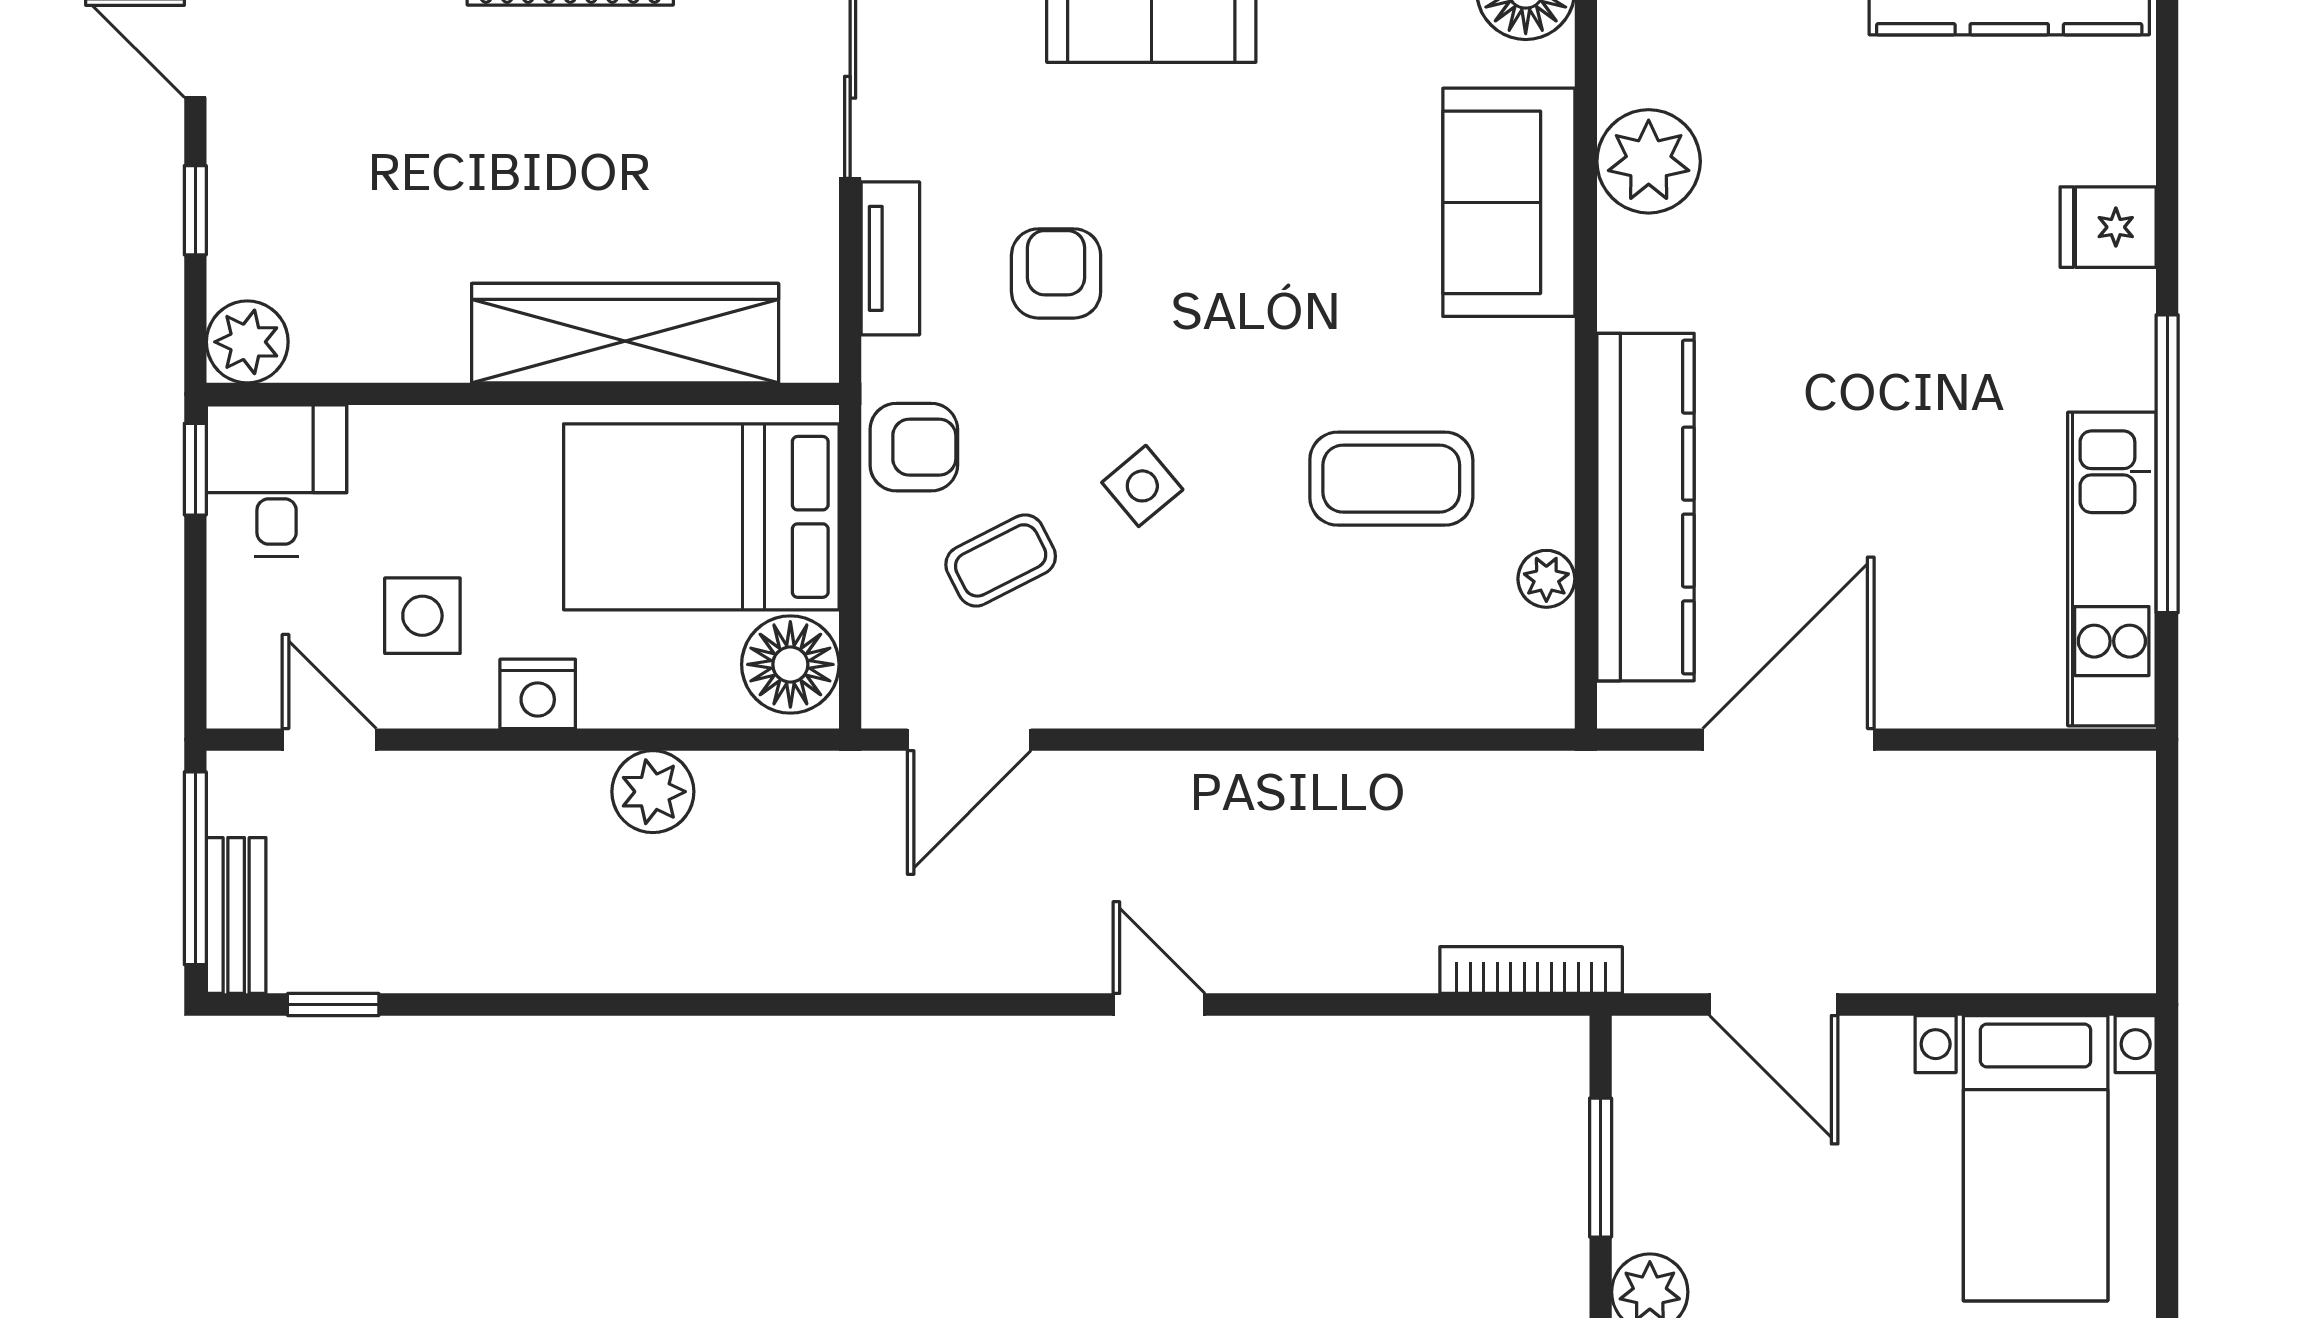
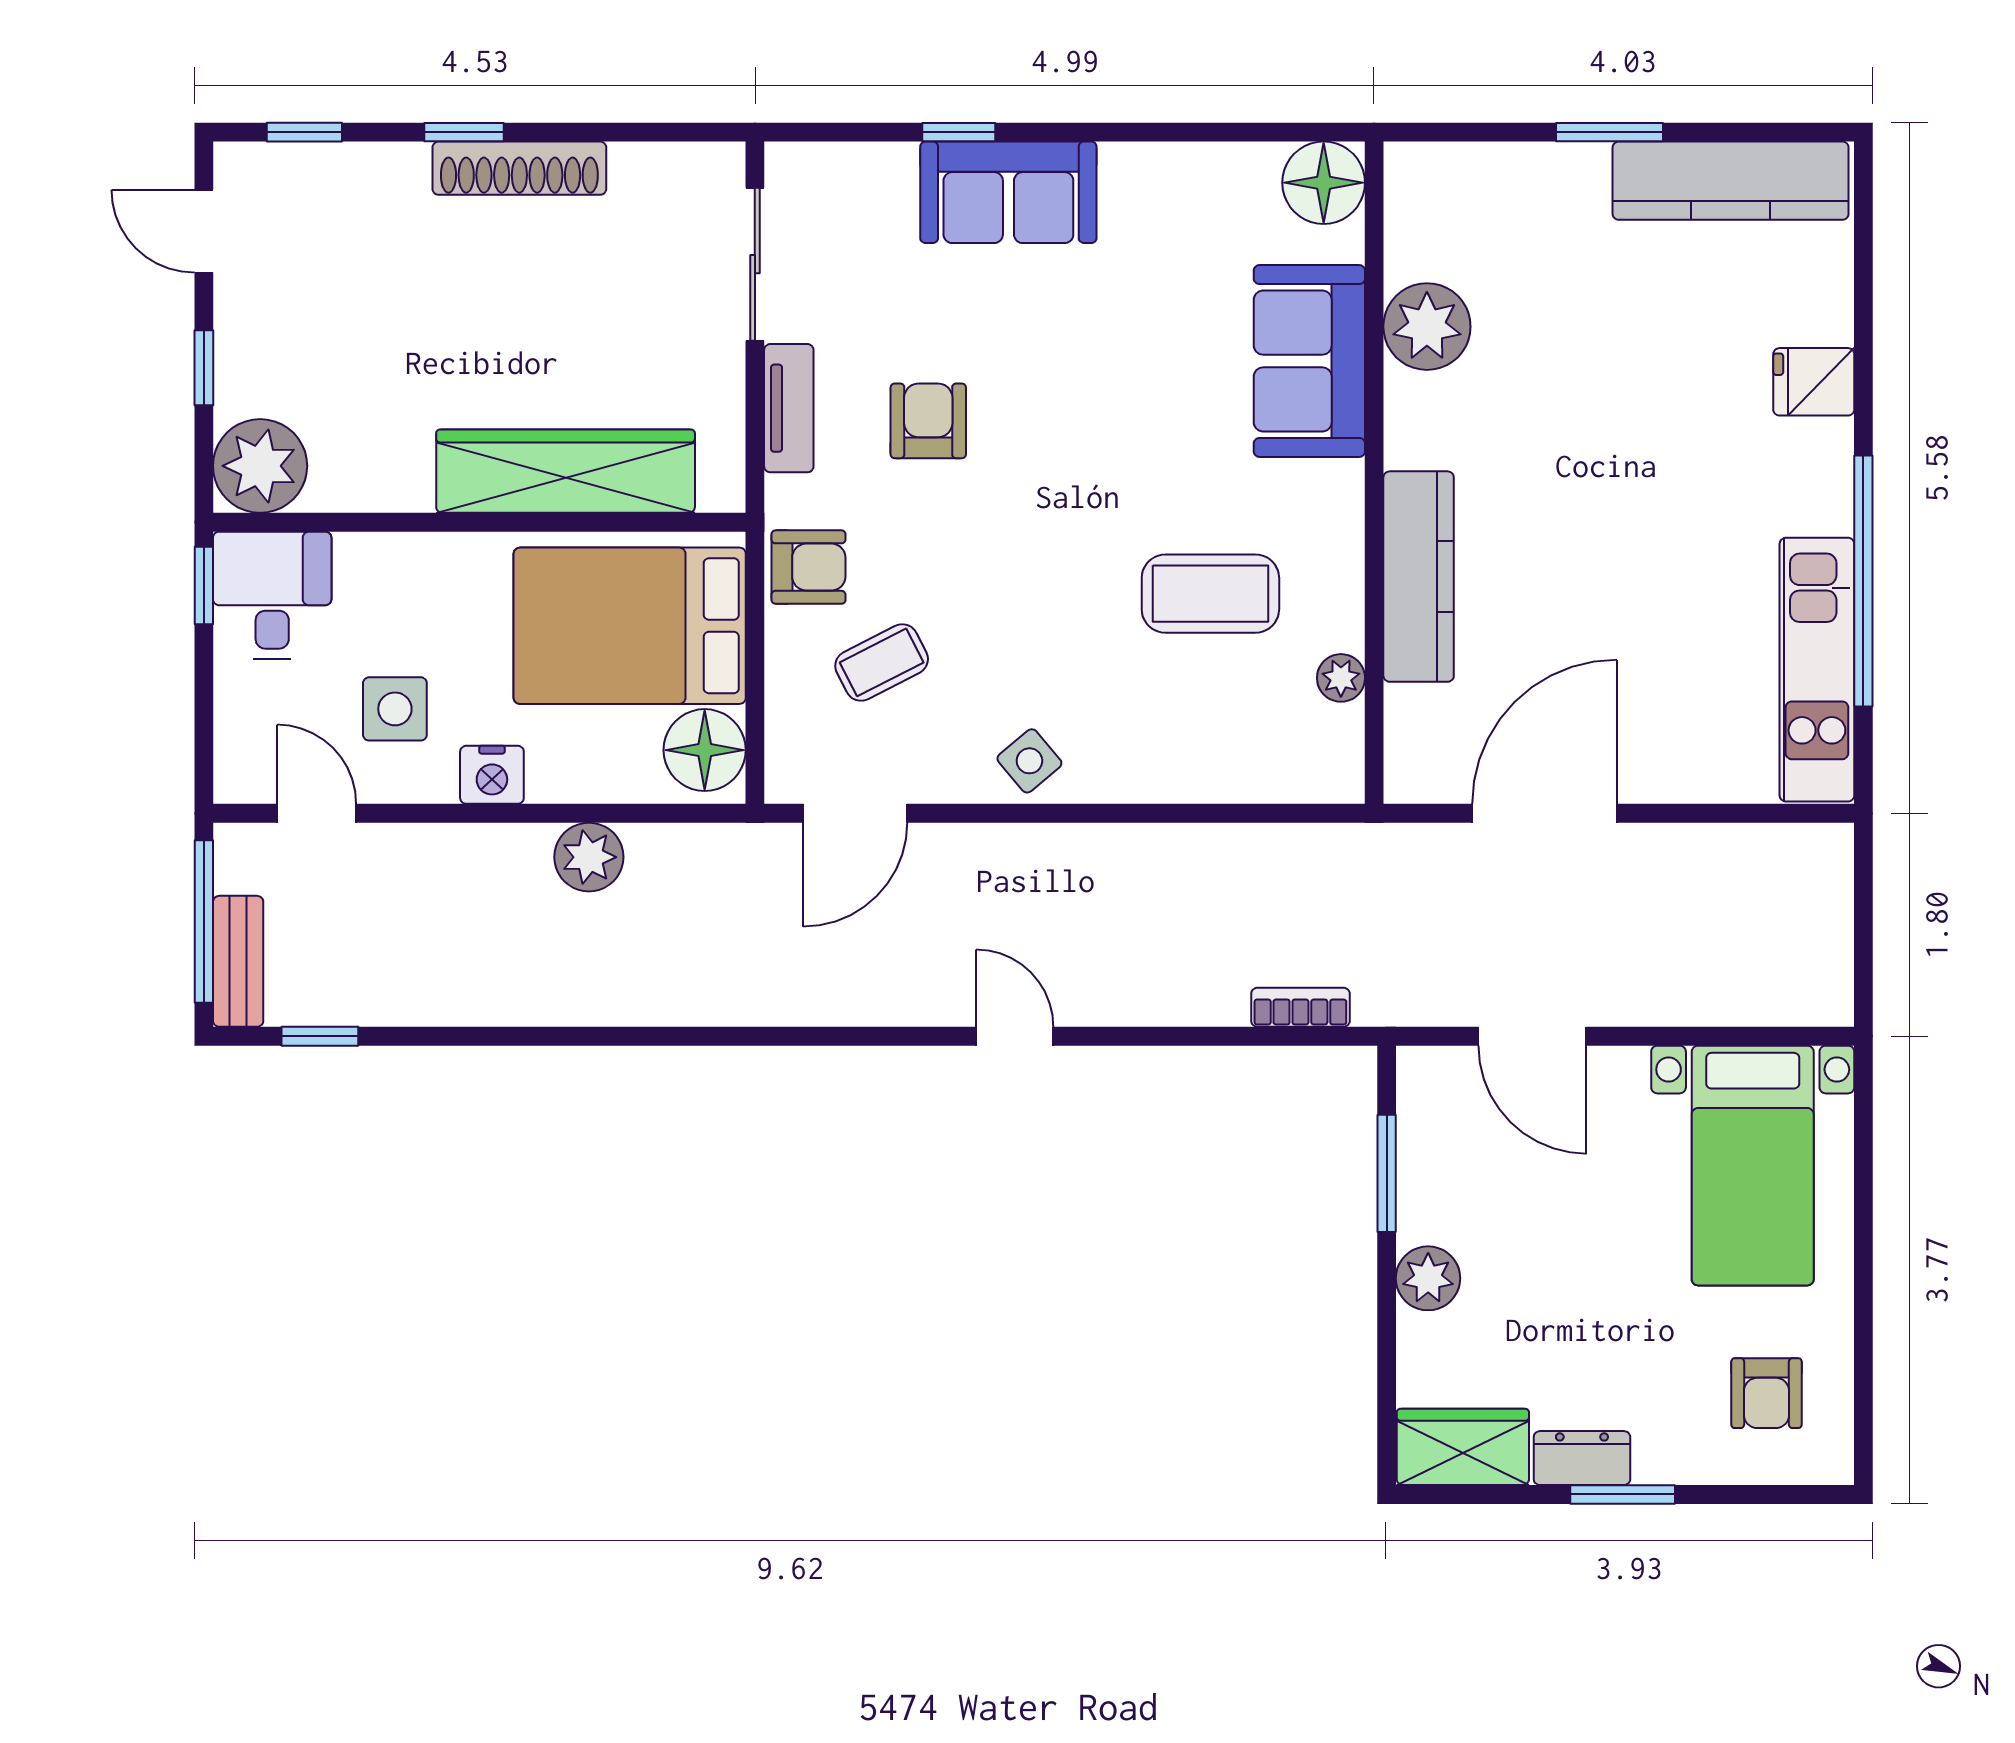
plant: (247, 342) -> (260, 466), width x1.36, depth x1.36
side table: (1142, 486) -> (1029, 761), moved
kitchen counter: (1646, 507) -> (1419, 577), width x0.72, depth x0.86
bookcase: (1531, 970) -> (1300, 1007), width x0.64

